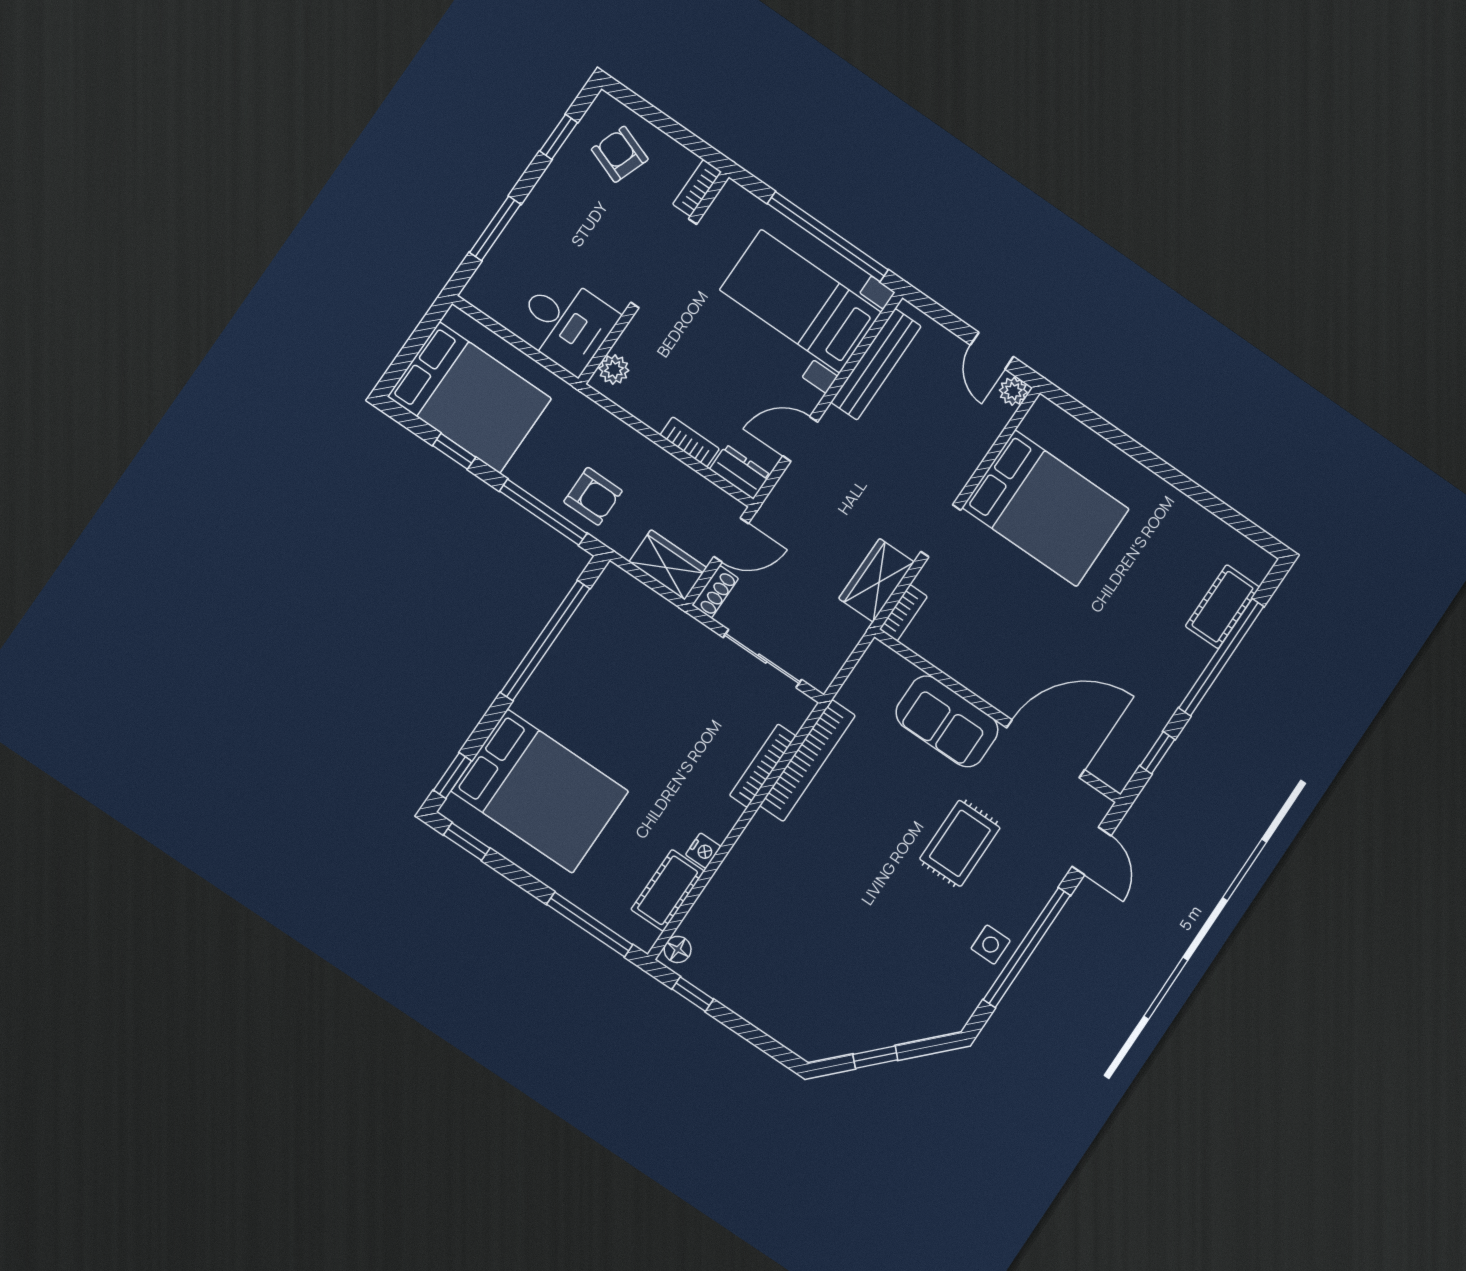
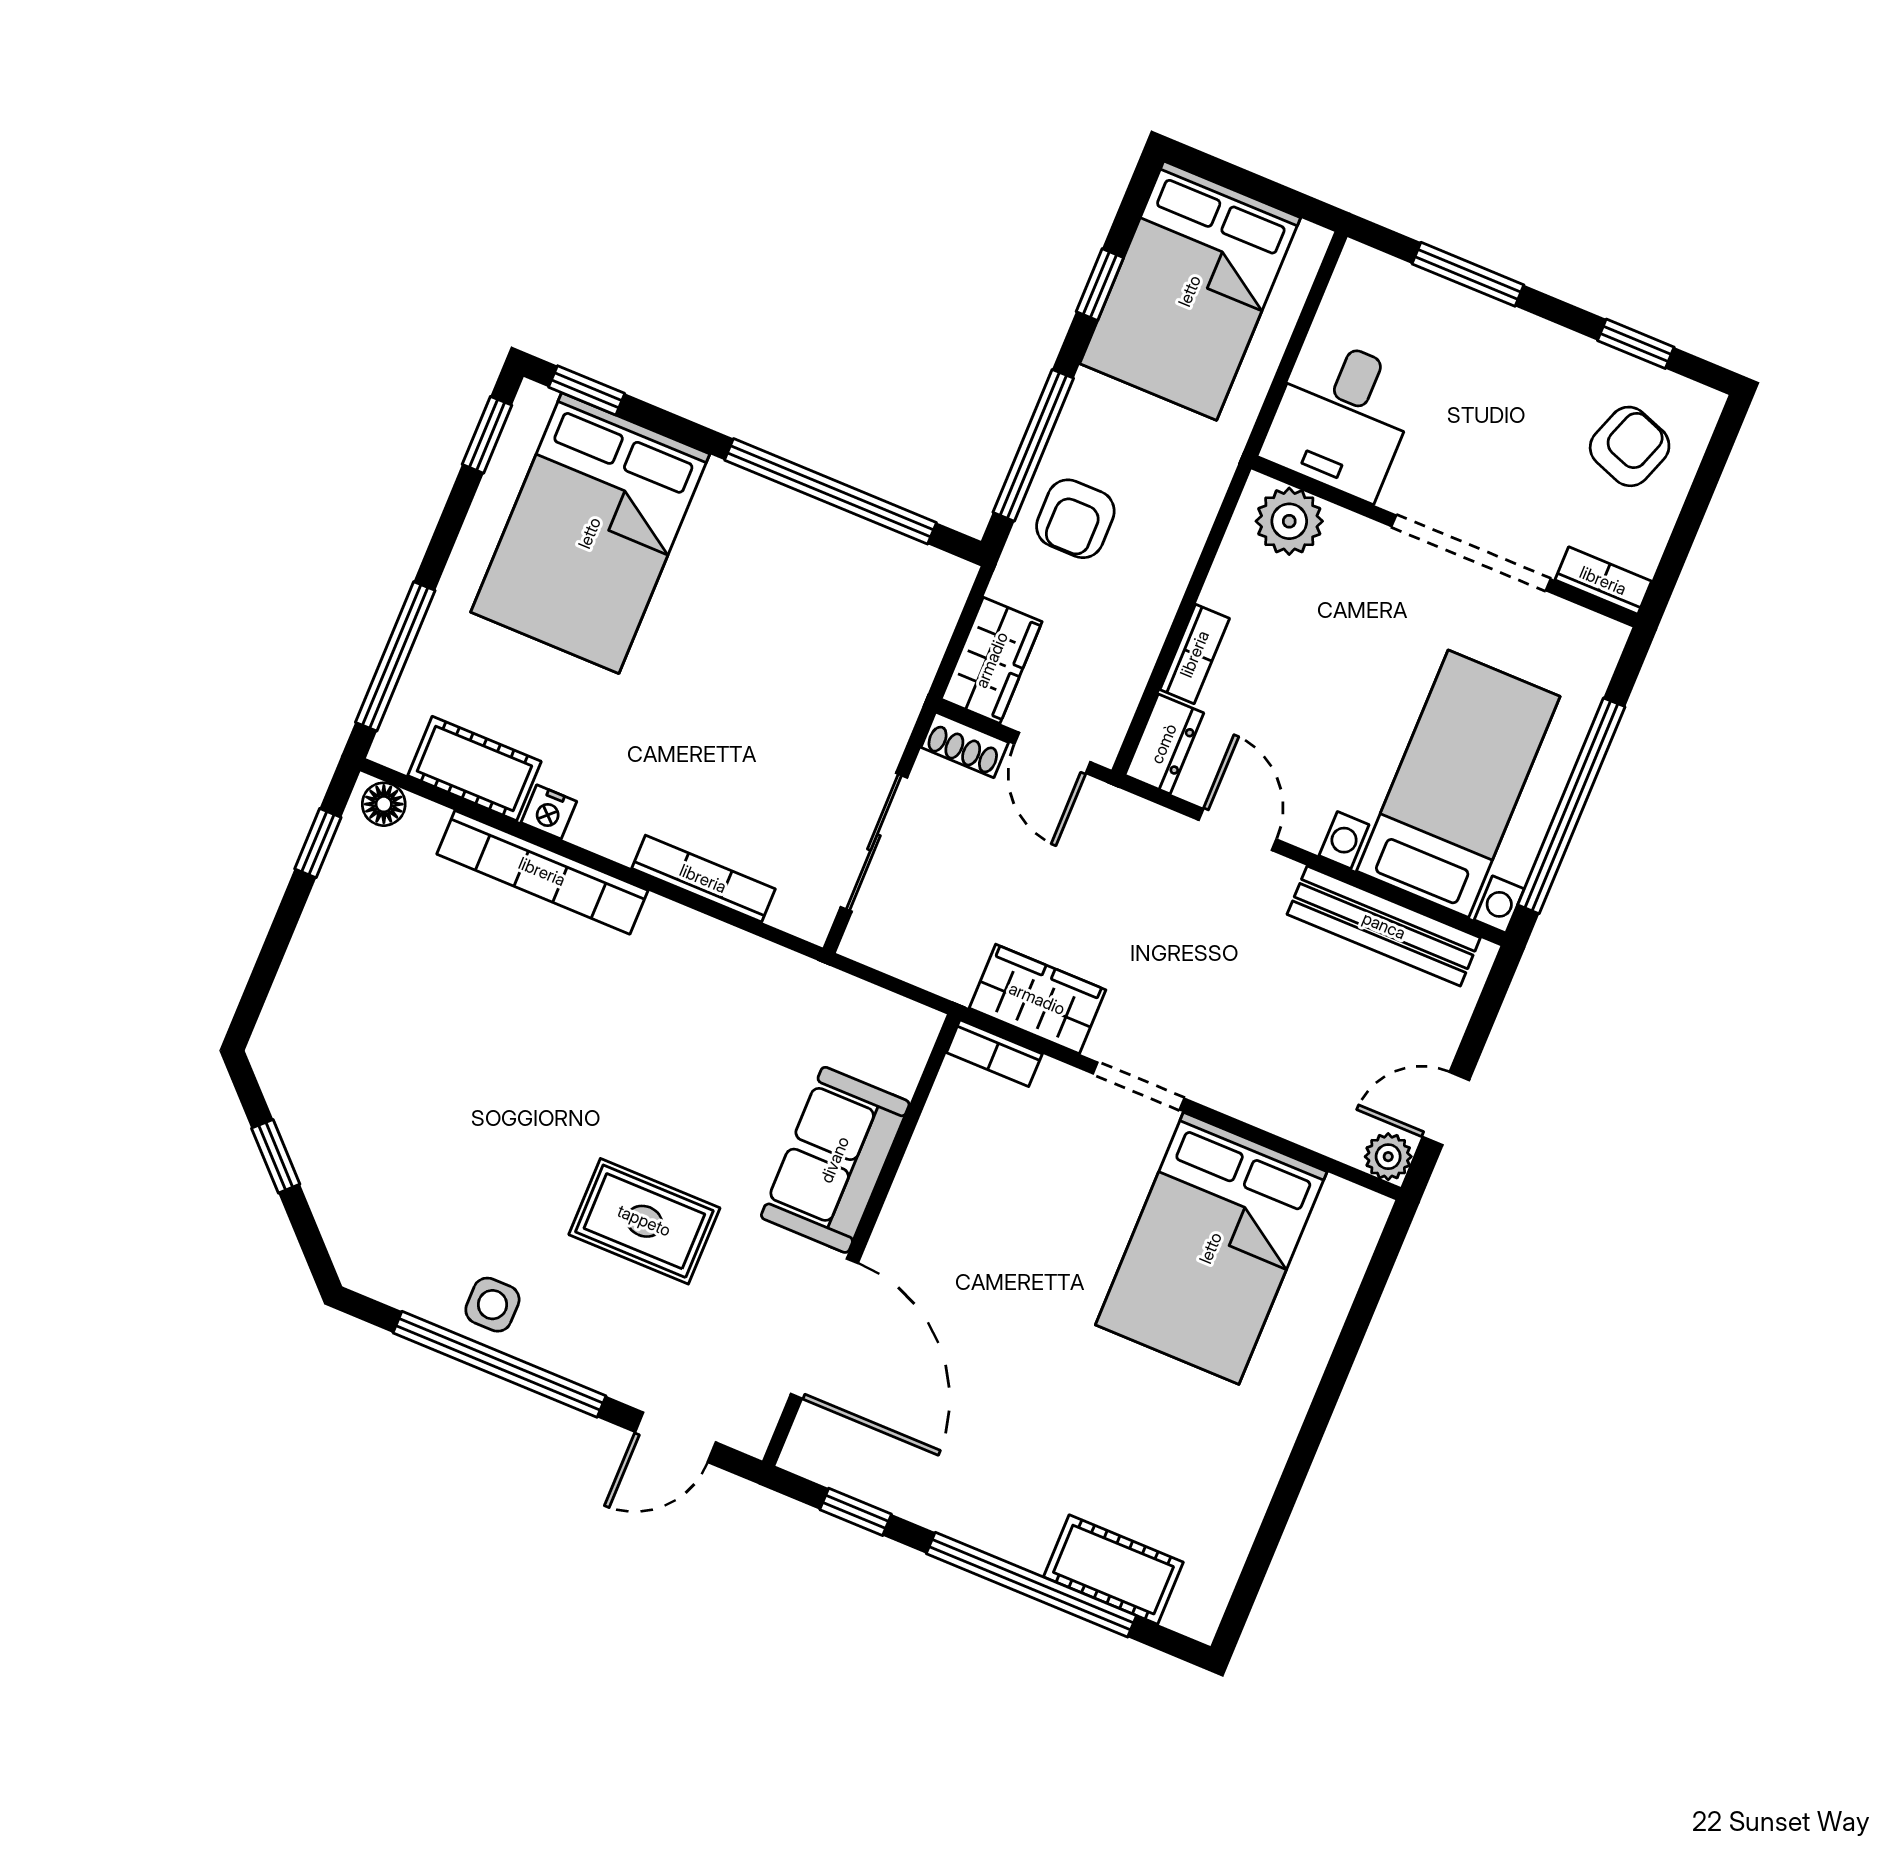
plant: (614, 369) -> (1289, 521), width x1.38, depth x1.38
bookcase: (808, 760) -> (542, 872), moved

